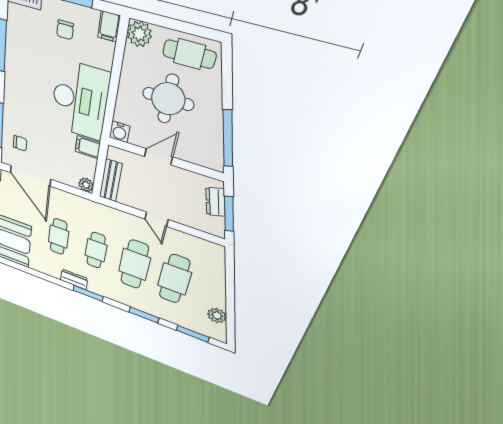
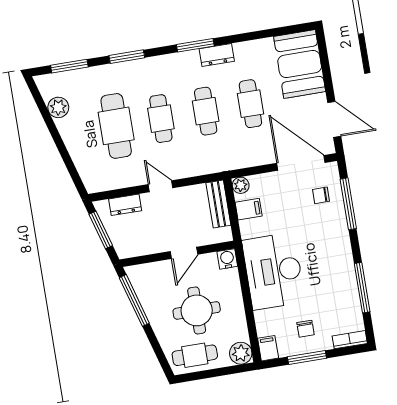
chair: (65, 30) -> (305, 329), turned 180
filing cabinet: (88, 147) -> (249, 209), moved
dresser: (215, 202) -> (125, 205), moved, turned 106
cafe table: (135, 264) -> (161, 119), width x0.73, depth x0.74

